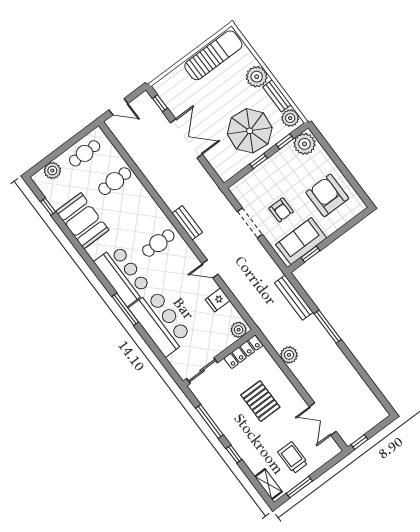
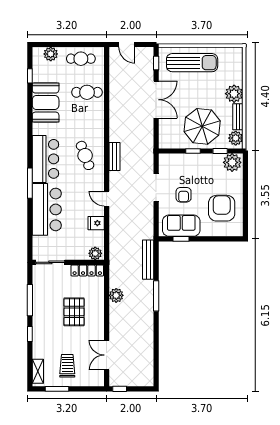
sun lounger: (213, 55) -> (192, 63), moved
cafe table: (158, 243) -> (85, 155), turned 69

